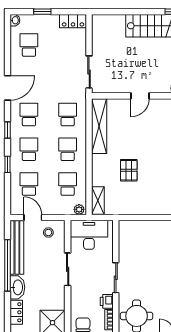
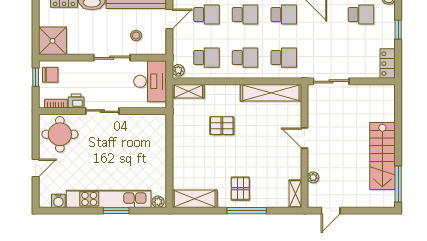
stool: (48, 232) -> (136, 36), moved

